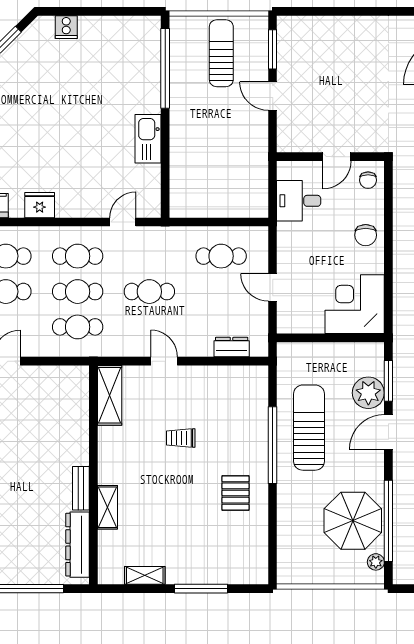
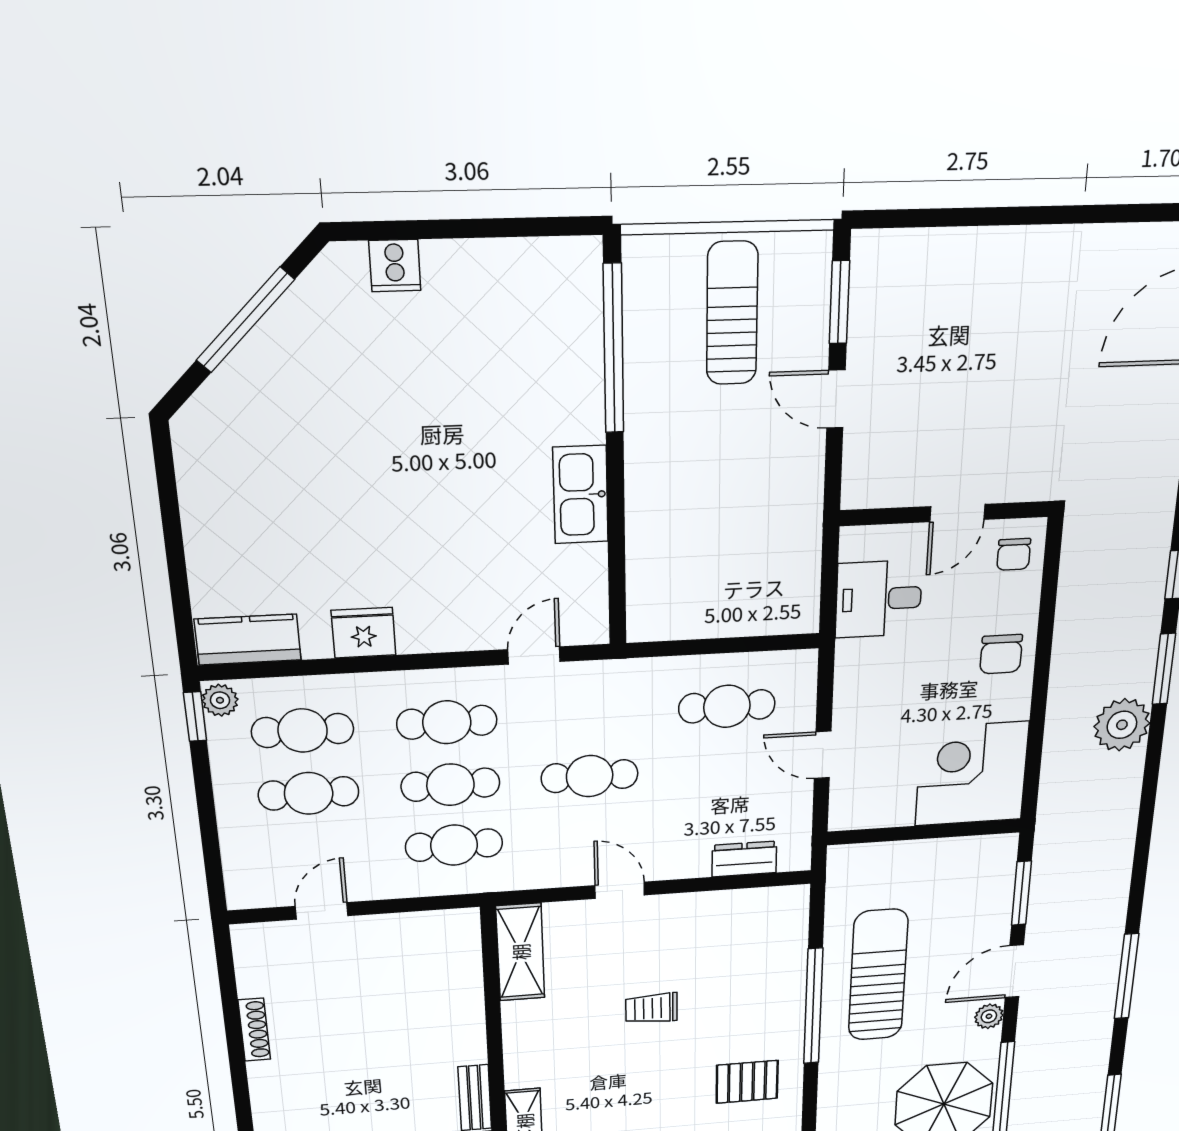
plant: (368, 393) -> (989, 1016), moved, width x0.53, depth x0.53
pallet: (235, 493) -> (747, 1082), turned 90

